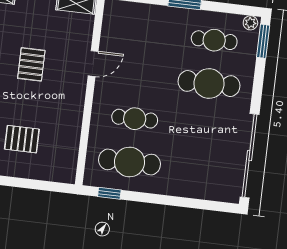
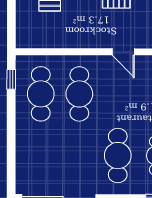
cafe table: (135, 119) -> (79, 94), width x1.37, depth x1.35

